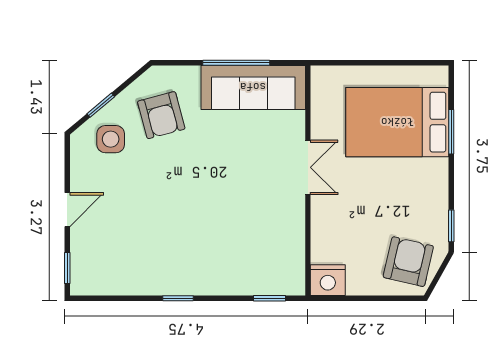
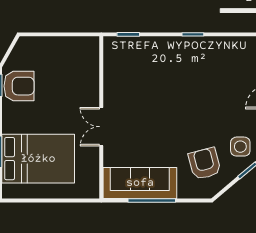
armchair: (408, 262) -> (19, 86), moved, turned -103
nightstand: (328, 280) -> (87, 47), removed

